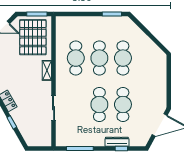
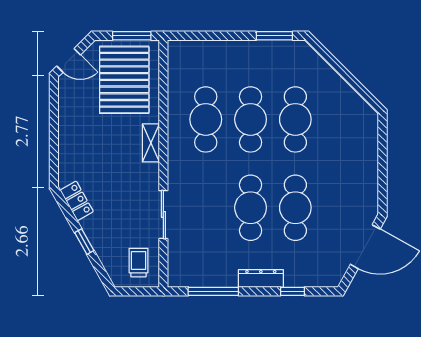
trolley: (40, 133) -> (139, 263), added
dresser: (117, 142) -> (261, 278), moved

